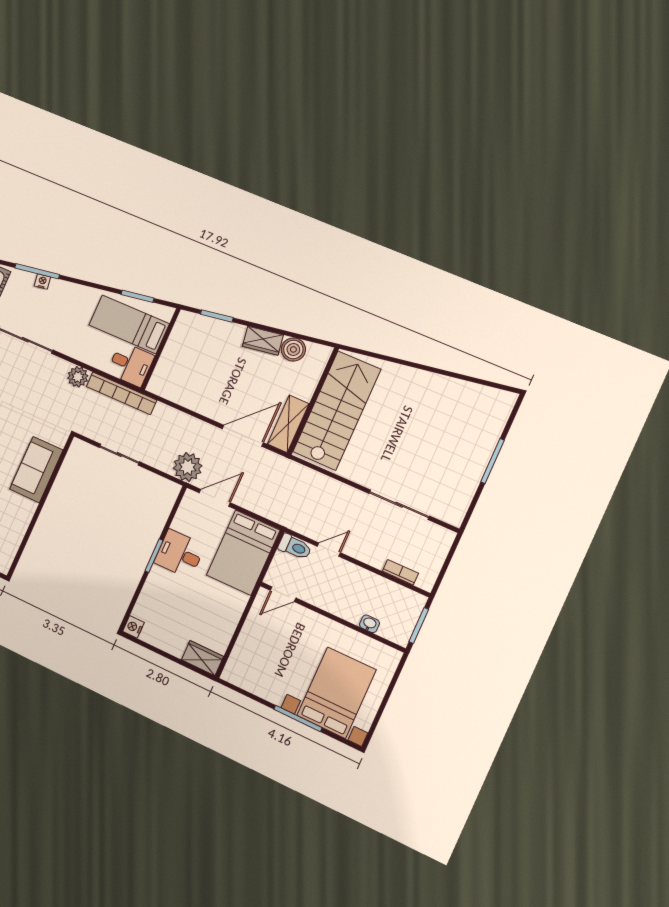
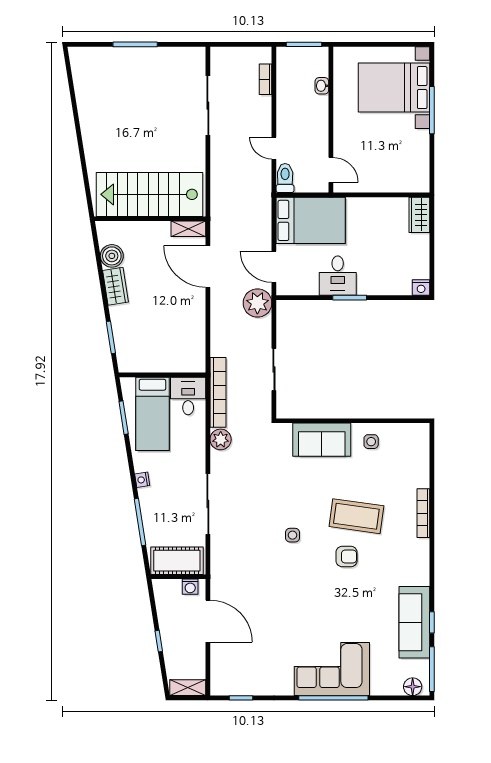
nightstand: (42, 281) -> (142, 480), moved
shelving: (288, 424) -> (188, 229), width x0.67, depth x0.75
side table: (14, 514) -> (371, 442), added

